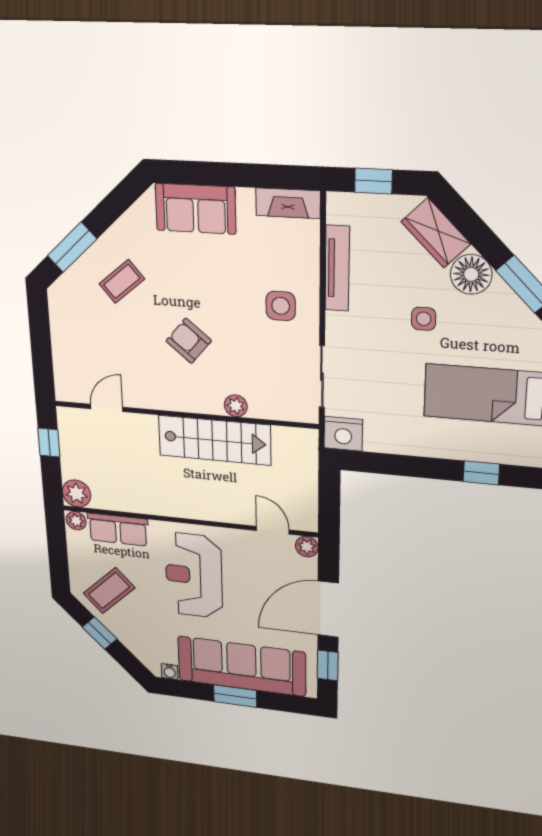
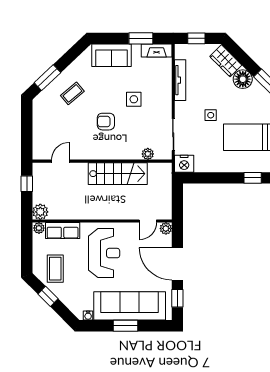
window: (255, 176) -> (141, 38), added
side table: (281, 306) -> (134, 99), moved
side table: (424, 319) -> (211, 115), moved
armchair: (189, 341) -> (106, 122), turned -40
plant: (236, 406) -> (148, 154), moved
door: (273, 530) -> (148, 221), swing flipped
reception desk: (194, 575) -> (104, 253), turned 180
coffee table: (109, 591) -> (55, 269), turned -47
door: (328, 609) -> (177, 264), hinge flipped

